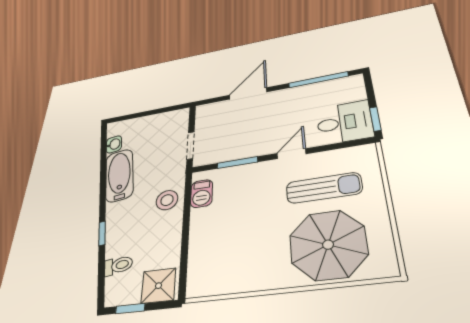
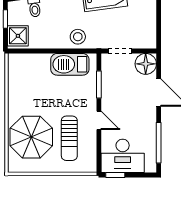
floor lamp: (209, 114) -> (146, 64), added
desk: (344, 122) -> (123, 156), width x1.37
barbecue: (201, 193) -> (70, 64), width x1.88, depth x1.53

